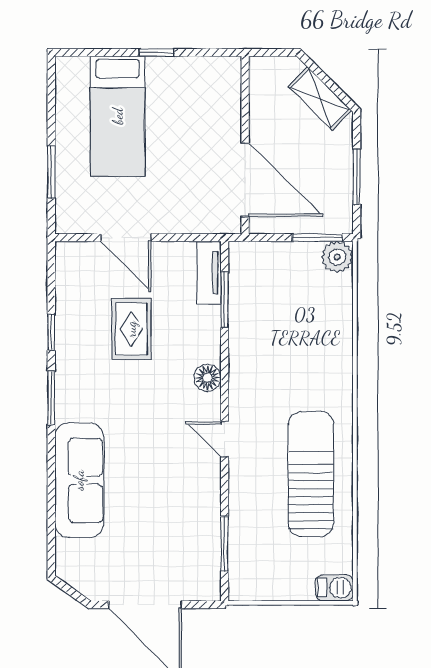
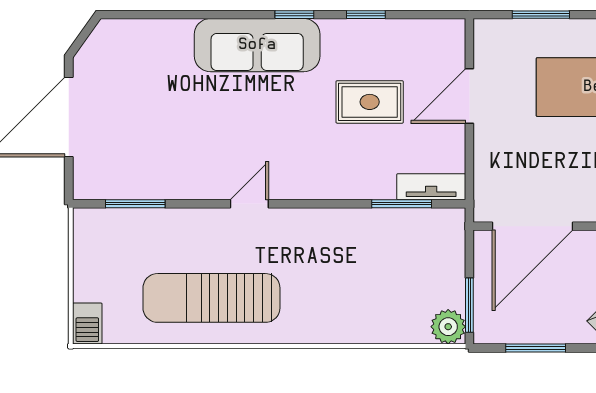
floor lamp: (207, 378) -> (316, 185), removed
window: (51, 398) -> (294, 15), width x0.67
sun lounger: (311, 474) -> (211, 298), turned 180
sofa: (79, 480) -> (257, 45), moved

